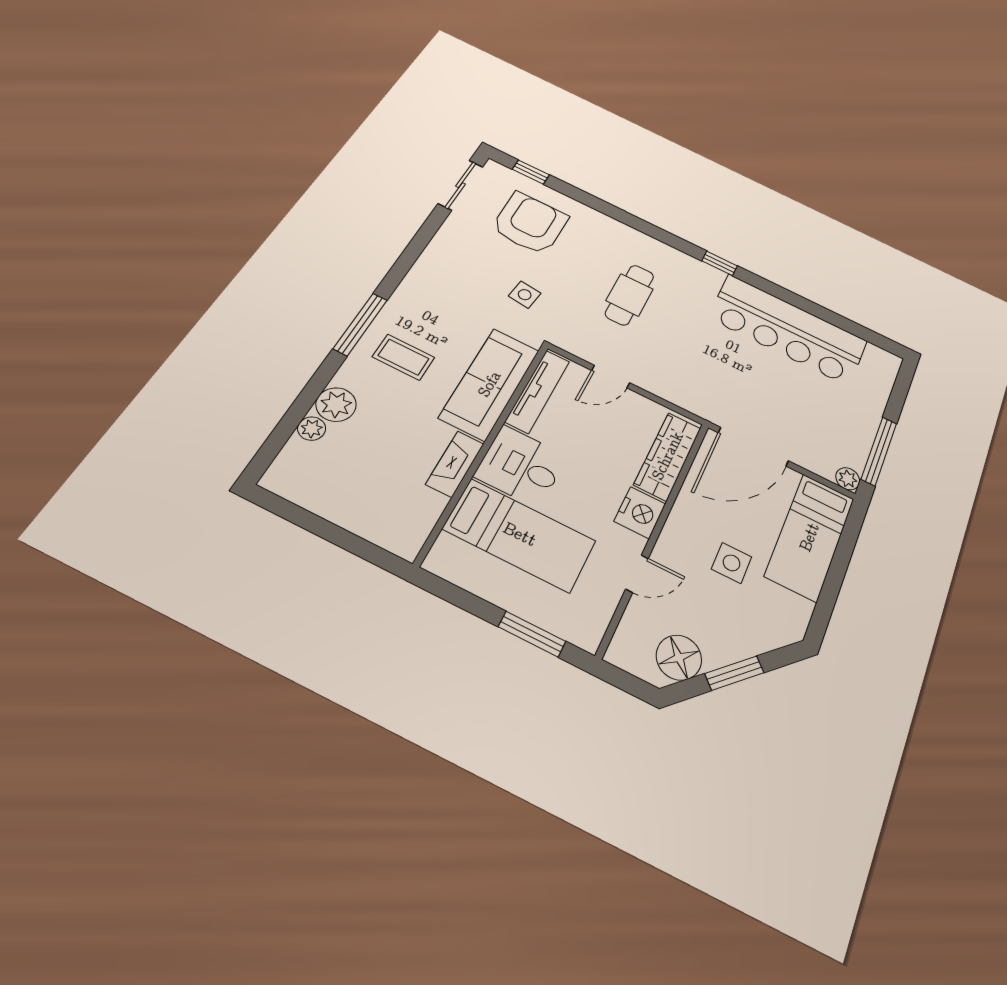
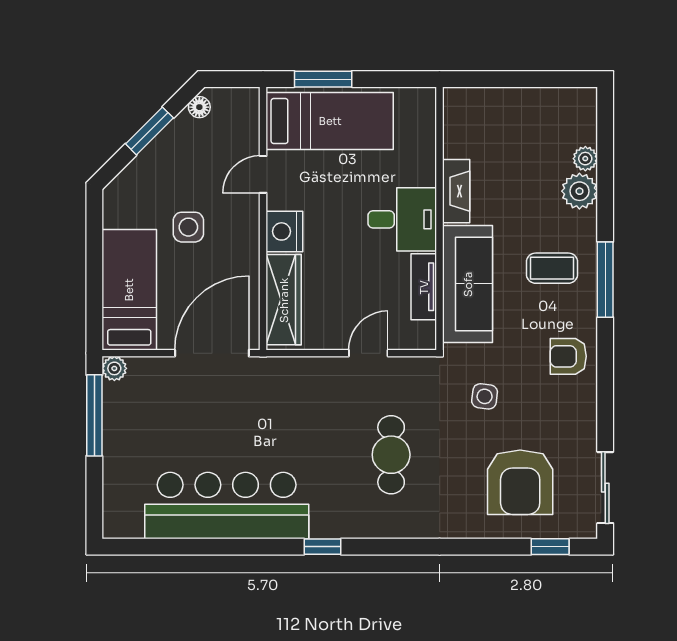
armchair: (432, 286) -> (568, 356), added
tv unit: (538, 391) -> (424, 287), width x0.71
bed: (520, 535) -> (330, 121), moved, turned 180
floor lamp: (679, 658) -> (199, 107), width x0.53, depth x0.53

